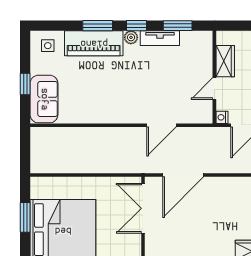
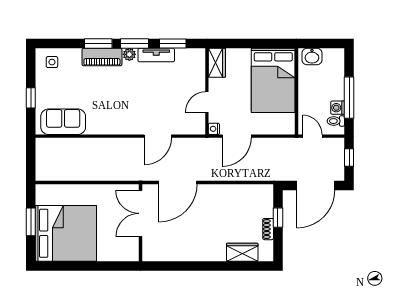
window: (136, 26) -> (134, 43), width x1.50
piano: (94, 43) -> (102, 57), width x0.73, depth x0.75
wardrobe: (225, 61) -> (217, 63), moved
sofa: (44, 99) -> (63, 122), moved, turned -90

